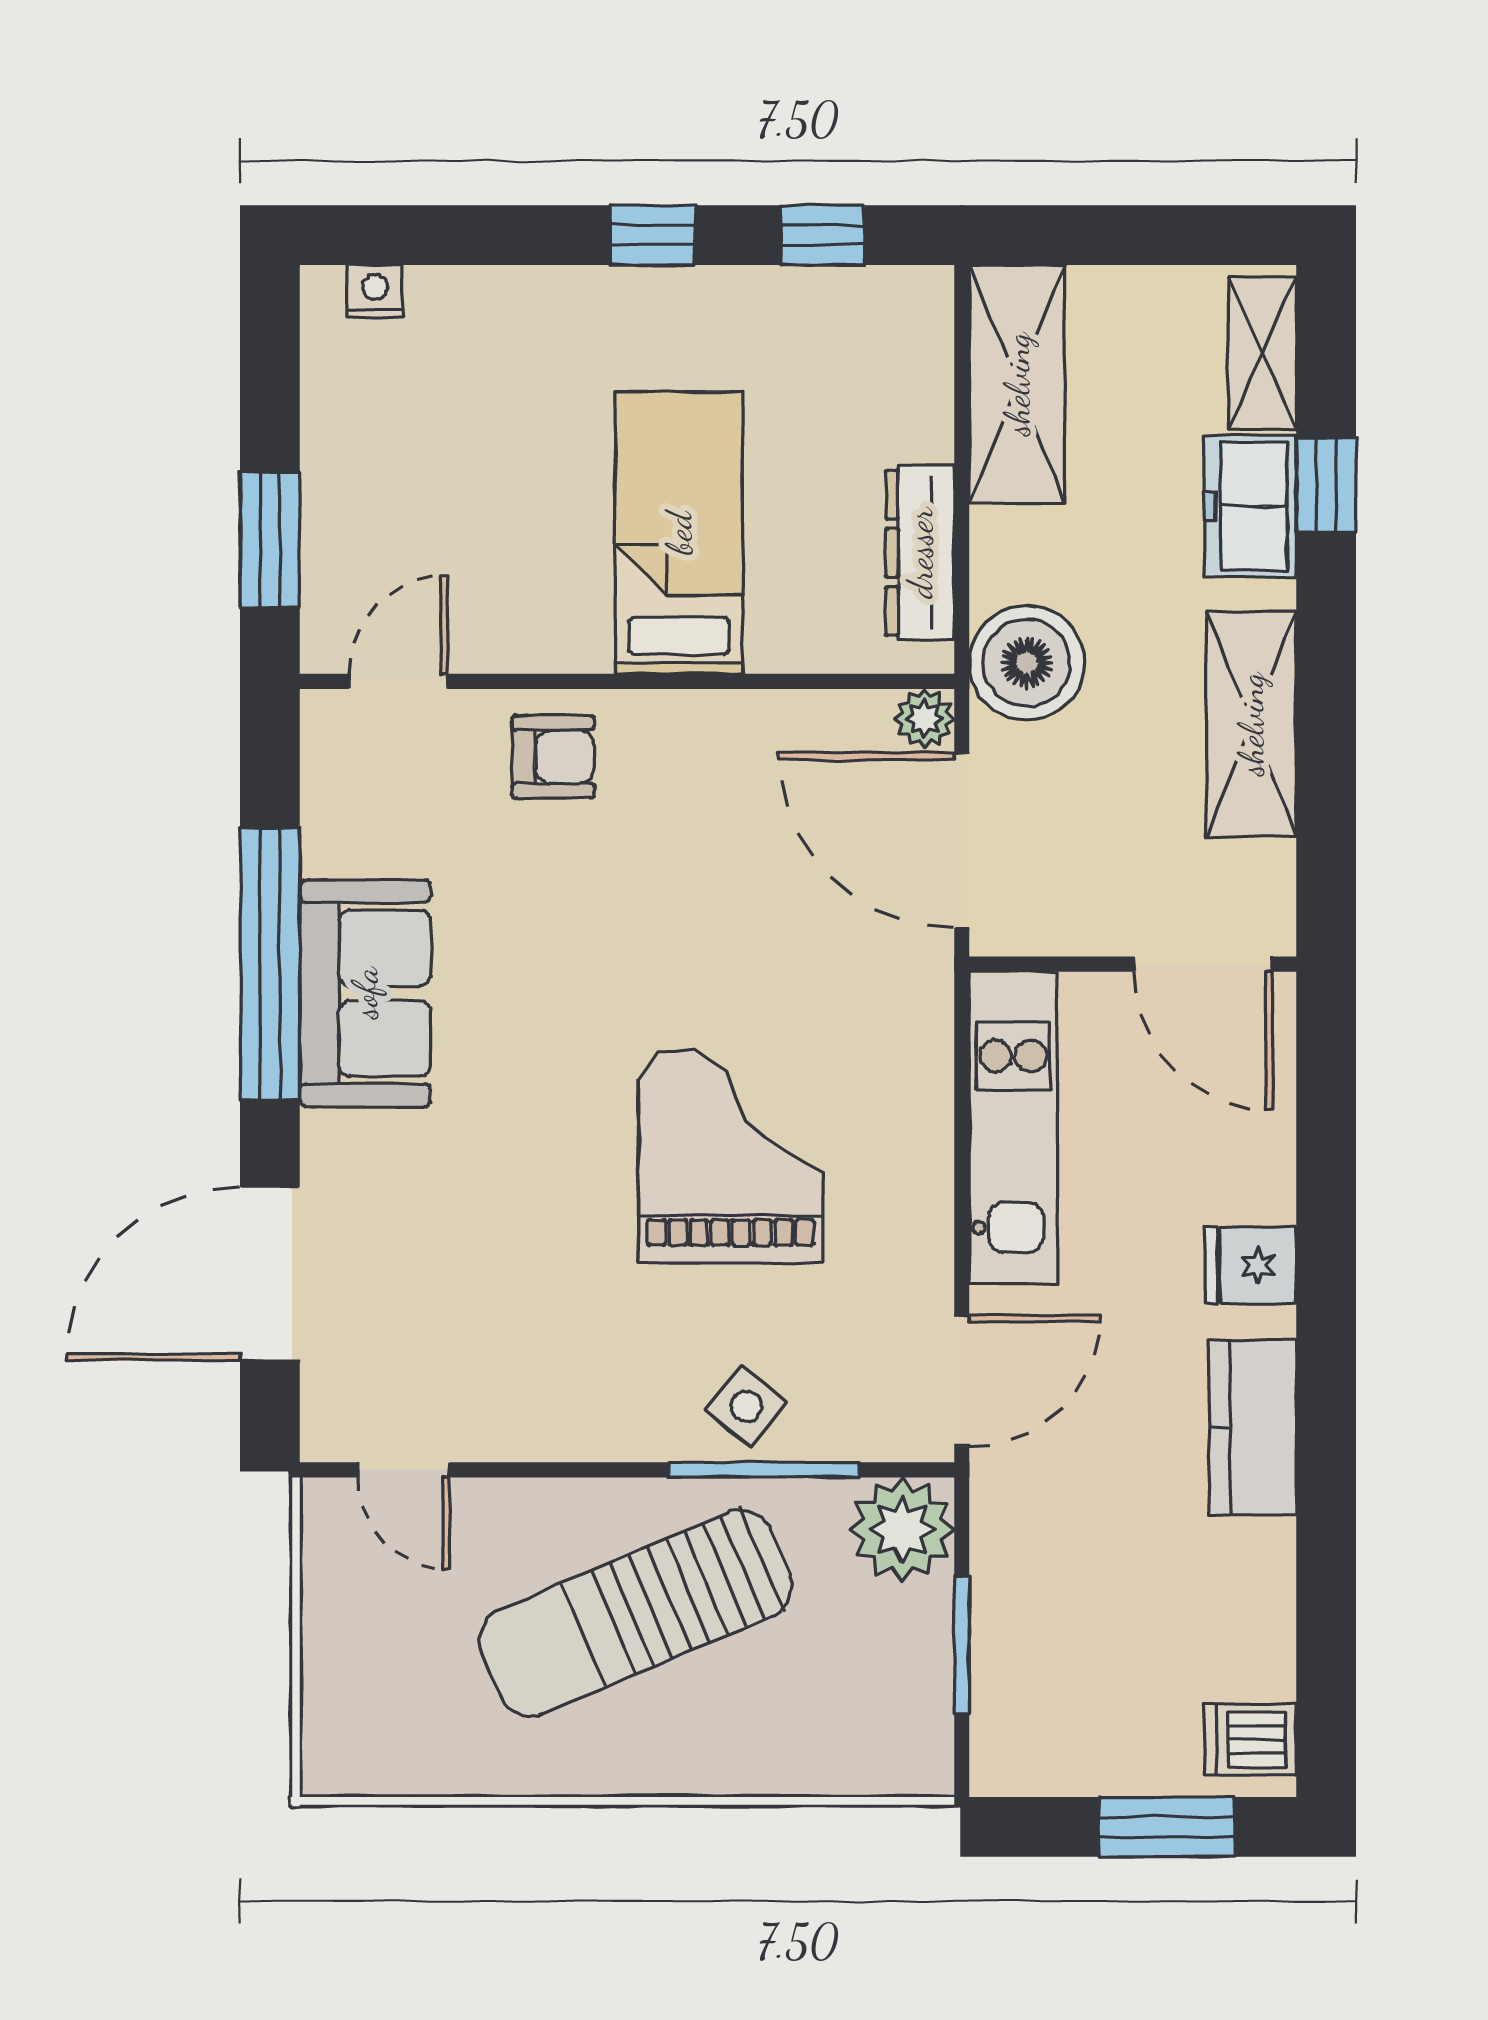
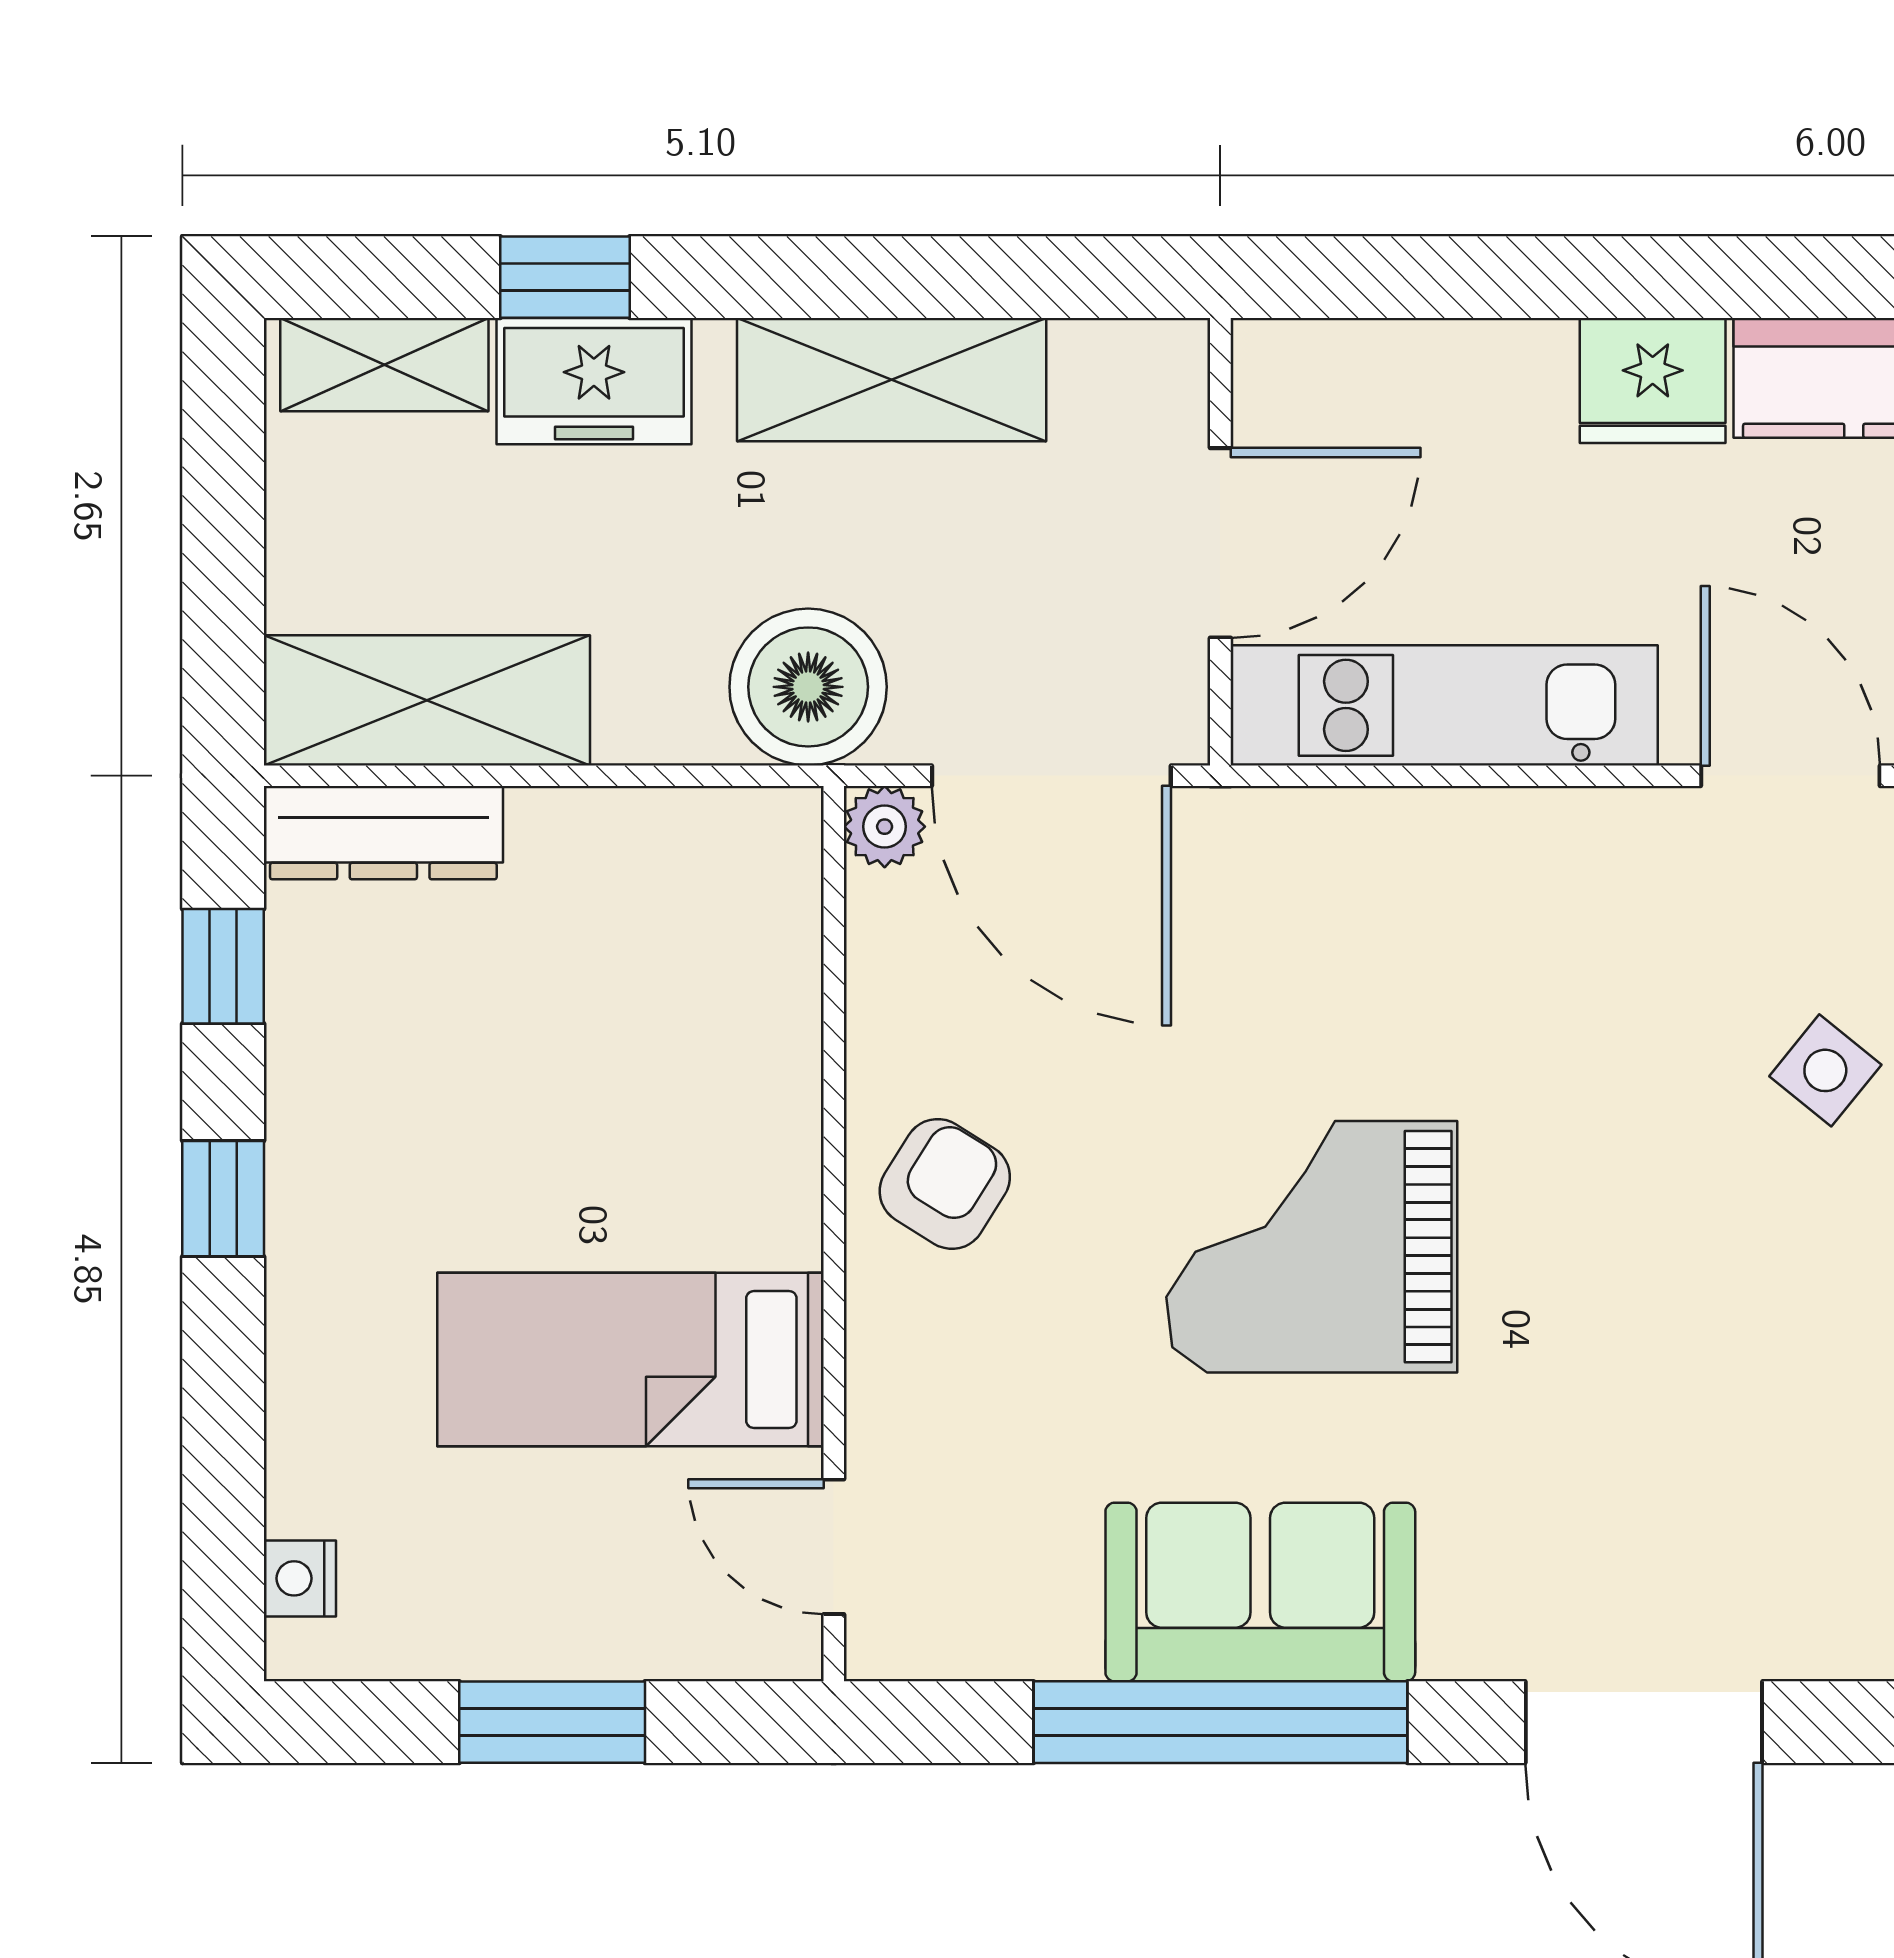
bed: (679, 533) -> (630, 1360), moved
window: (270, 540) -> (552, 1722), moved
dresser: (920, 553) -> (383, 833), moved
armchair: (553, 757) -> (945, 1184), moved, turned 32
door: (962, 841) -> (1051, 776), hinge flipped
door: (1203, 964) -> (1220, 543), moved
grand piano: (731, 1156) -> (1312, 1247), moved
fridge: (1251, 1265) -> (1653, 380), width x1.38

